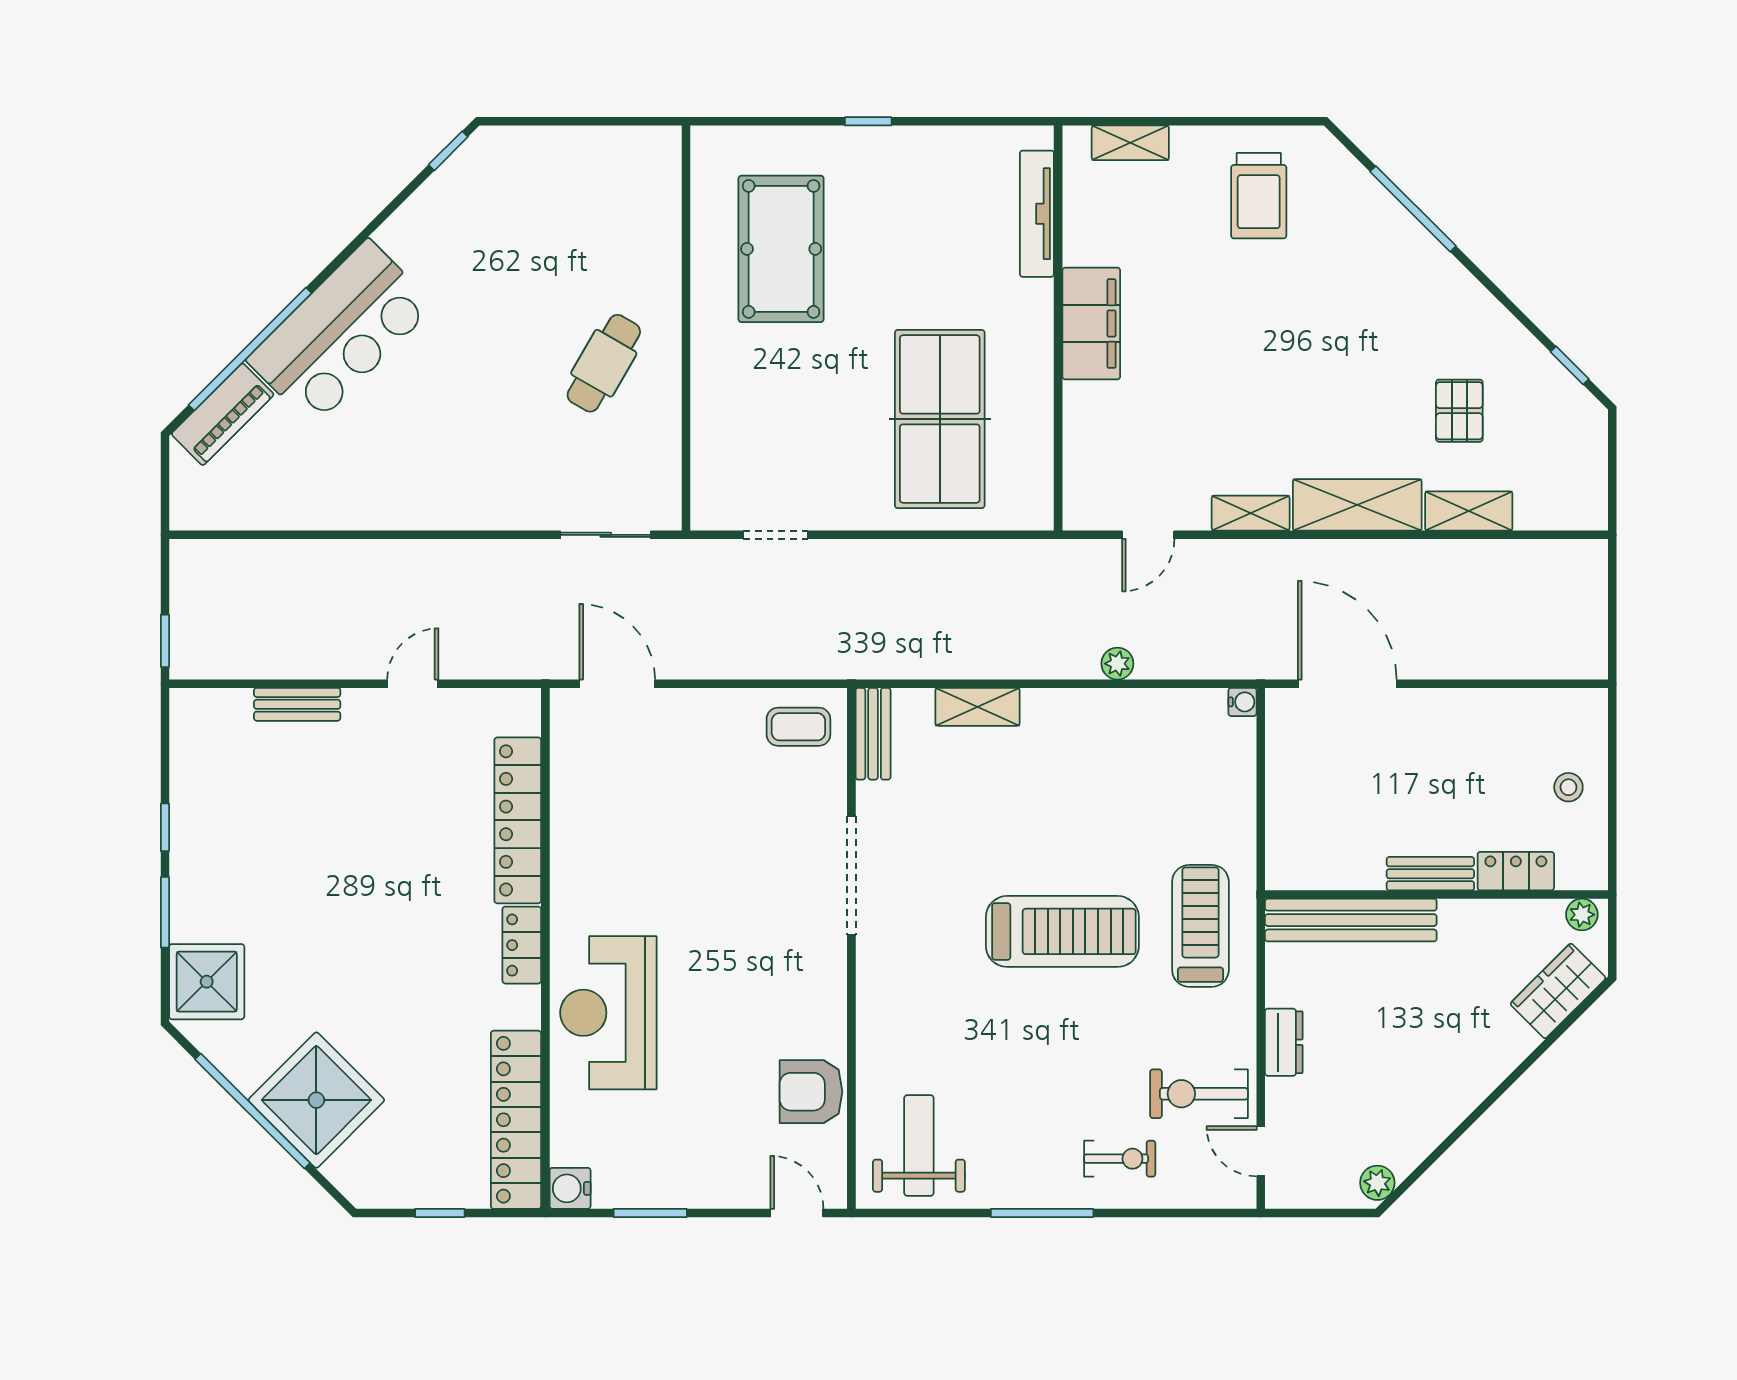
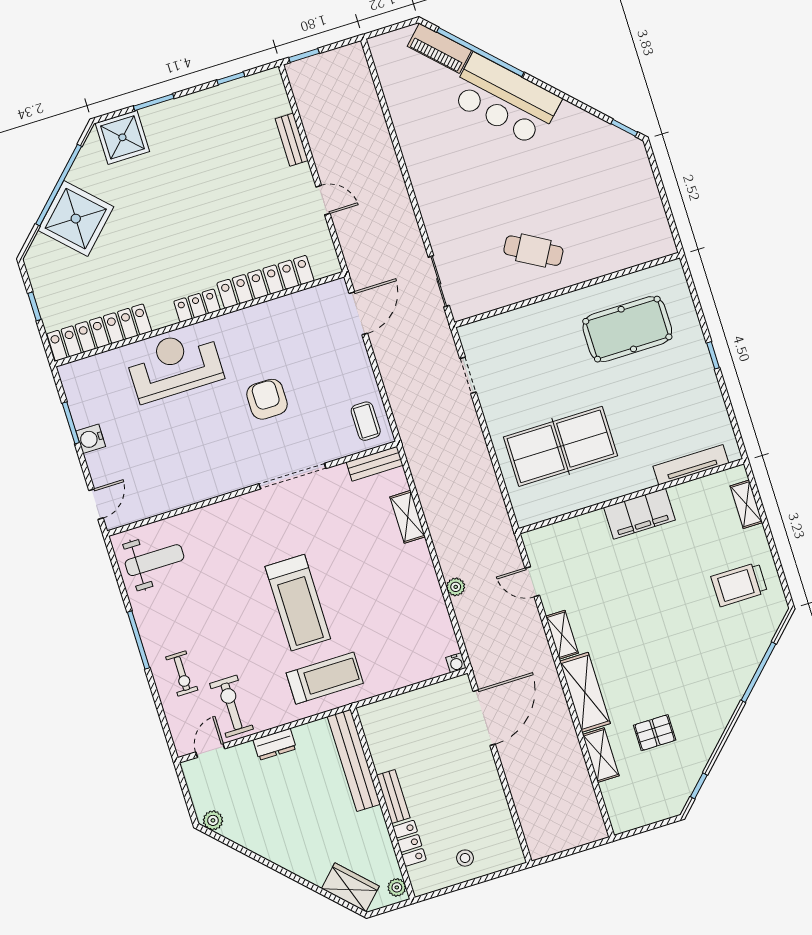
window: (165, 827) -> (231, 78), moved
armchair: (811, 1092) -> (267, 399), moved
water cooler: (570, 1188) -> (91, 439), moved, turned -90

